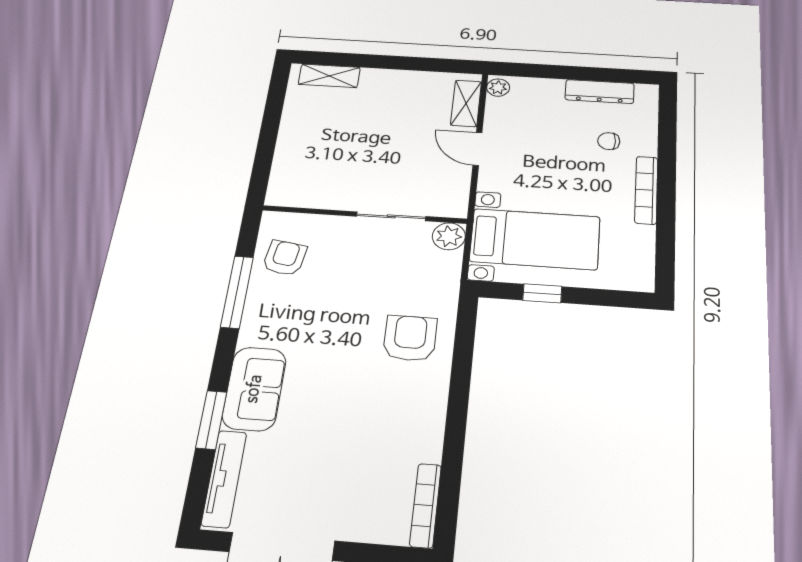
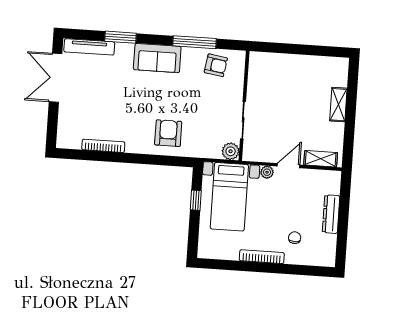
shelving: (329, 76) -> (338, 105), moved
plant: (498, 88) -> (267, 172), moved
dresser: (600, 92) -> (331, 214), moved
armchair: (410, 338) -> (168, 133), turned -90
sofa: (254, 389) -> (157, 58), moved
bookcase: (426, 505) -> (103, 146), moved

